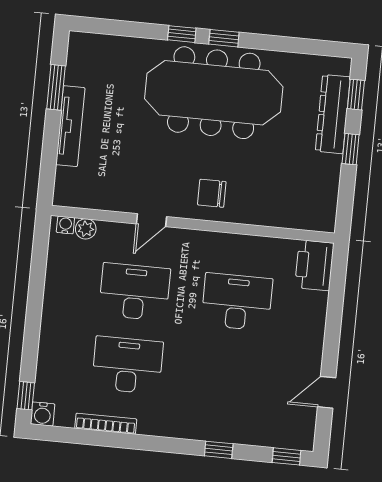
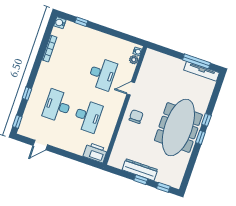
window: (56, 87) -> (197, 61), width x1.44
dresser: (333, 114) -> (140, 170), moved
tv unit: (70, 126) -> (202, 71), moved
door: (152, 220) -> (131, 88), hinge flipped
desk: (127, 365) -> (57, 106), moved, turned 180
door: (327, 392) -> (40, 145), swing flipped
window: (26, 396) -> (81, 22), moved

